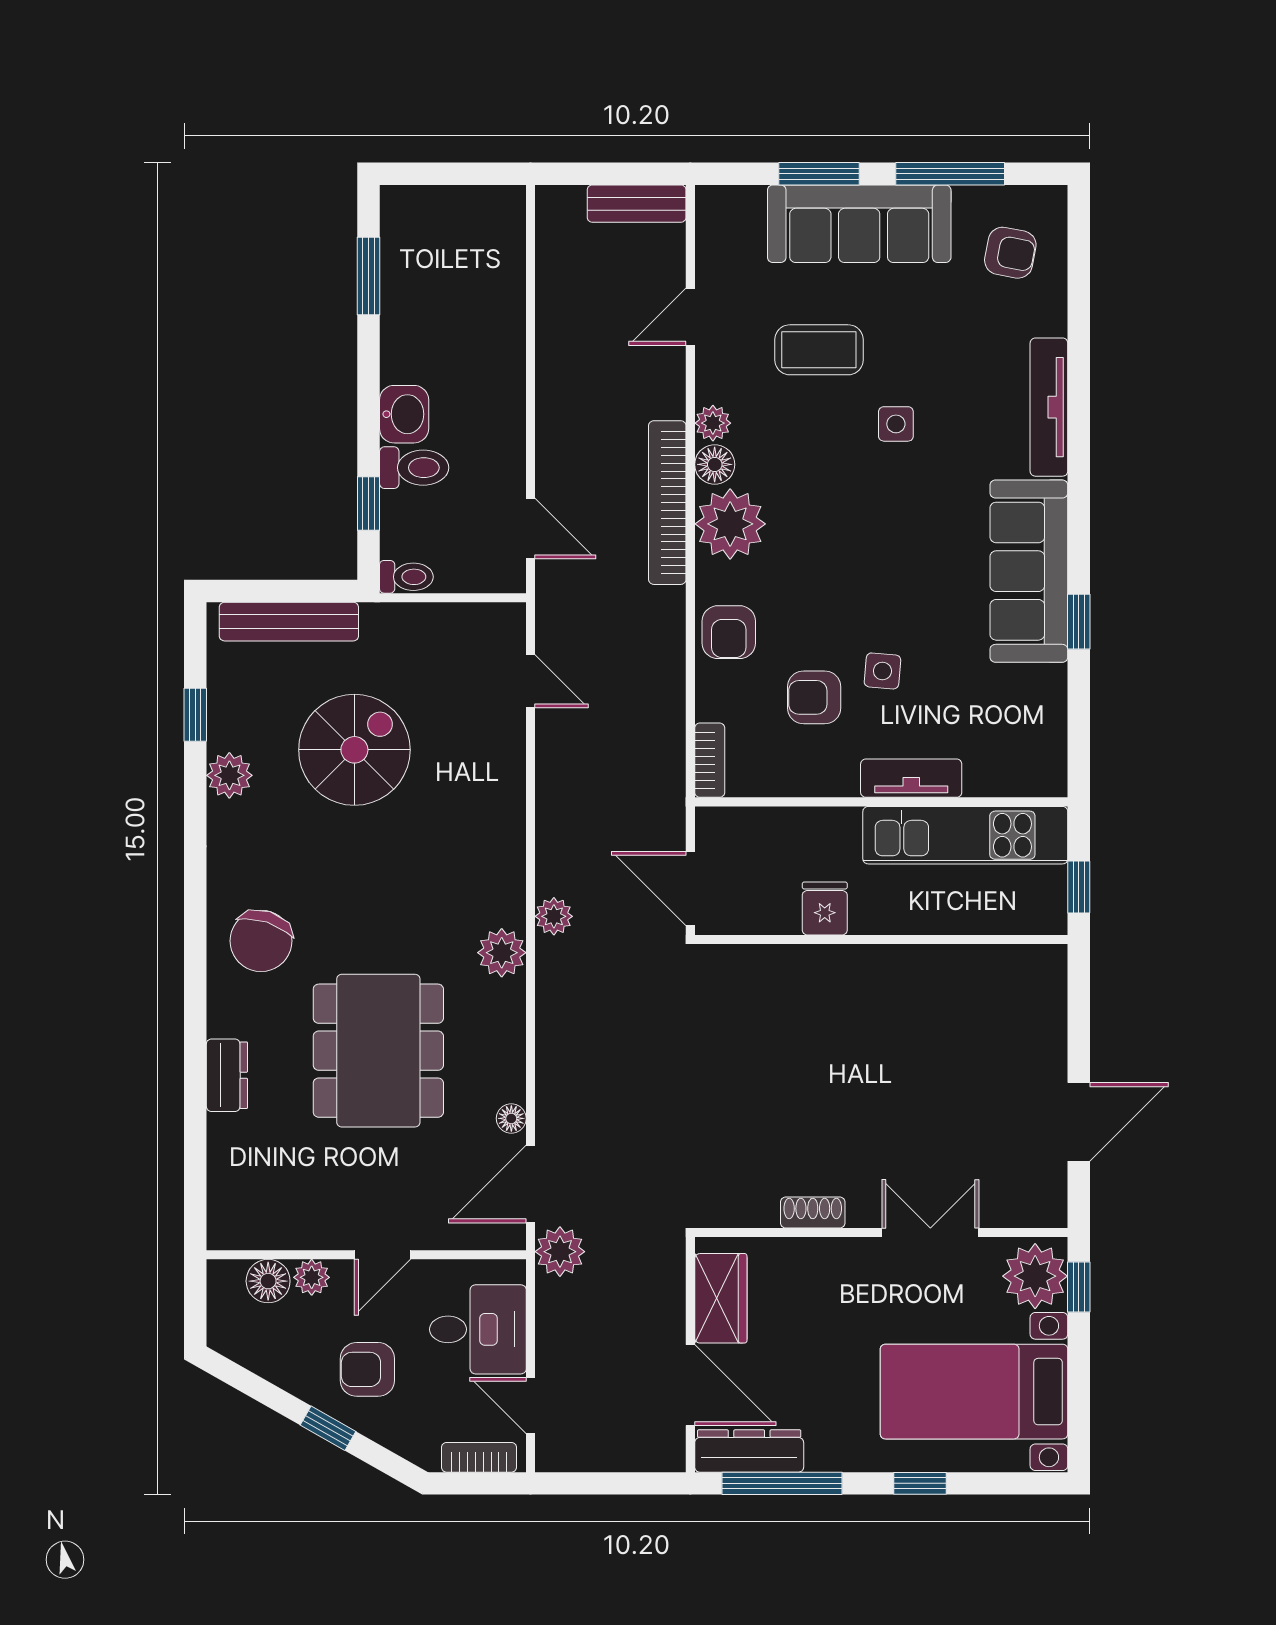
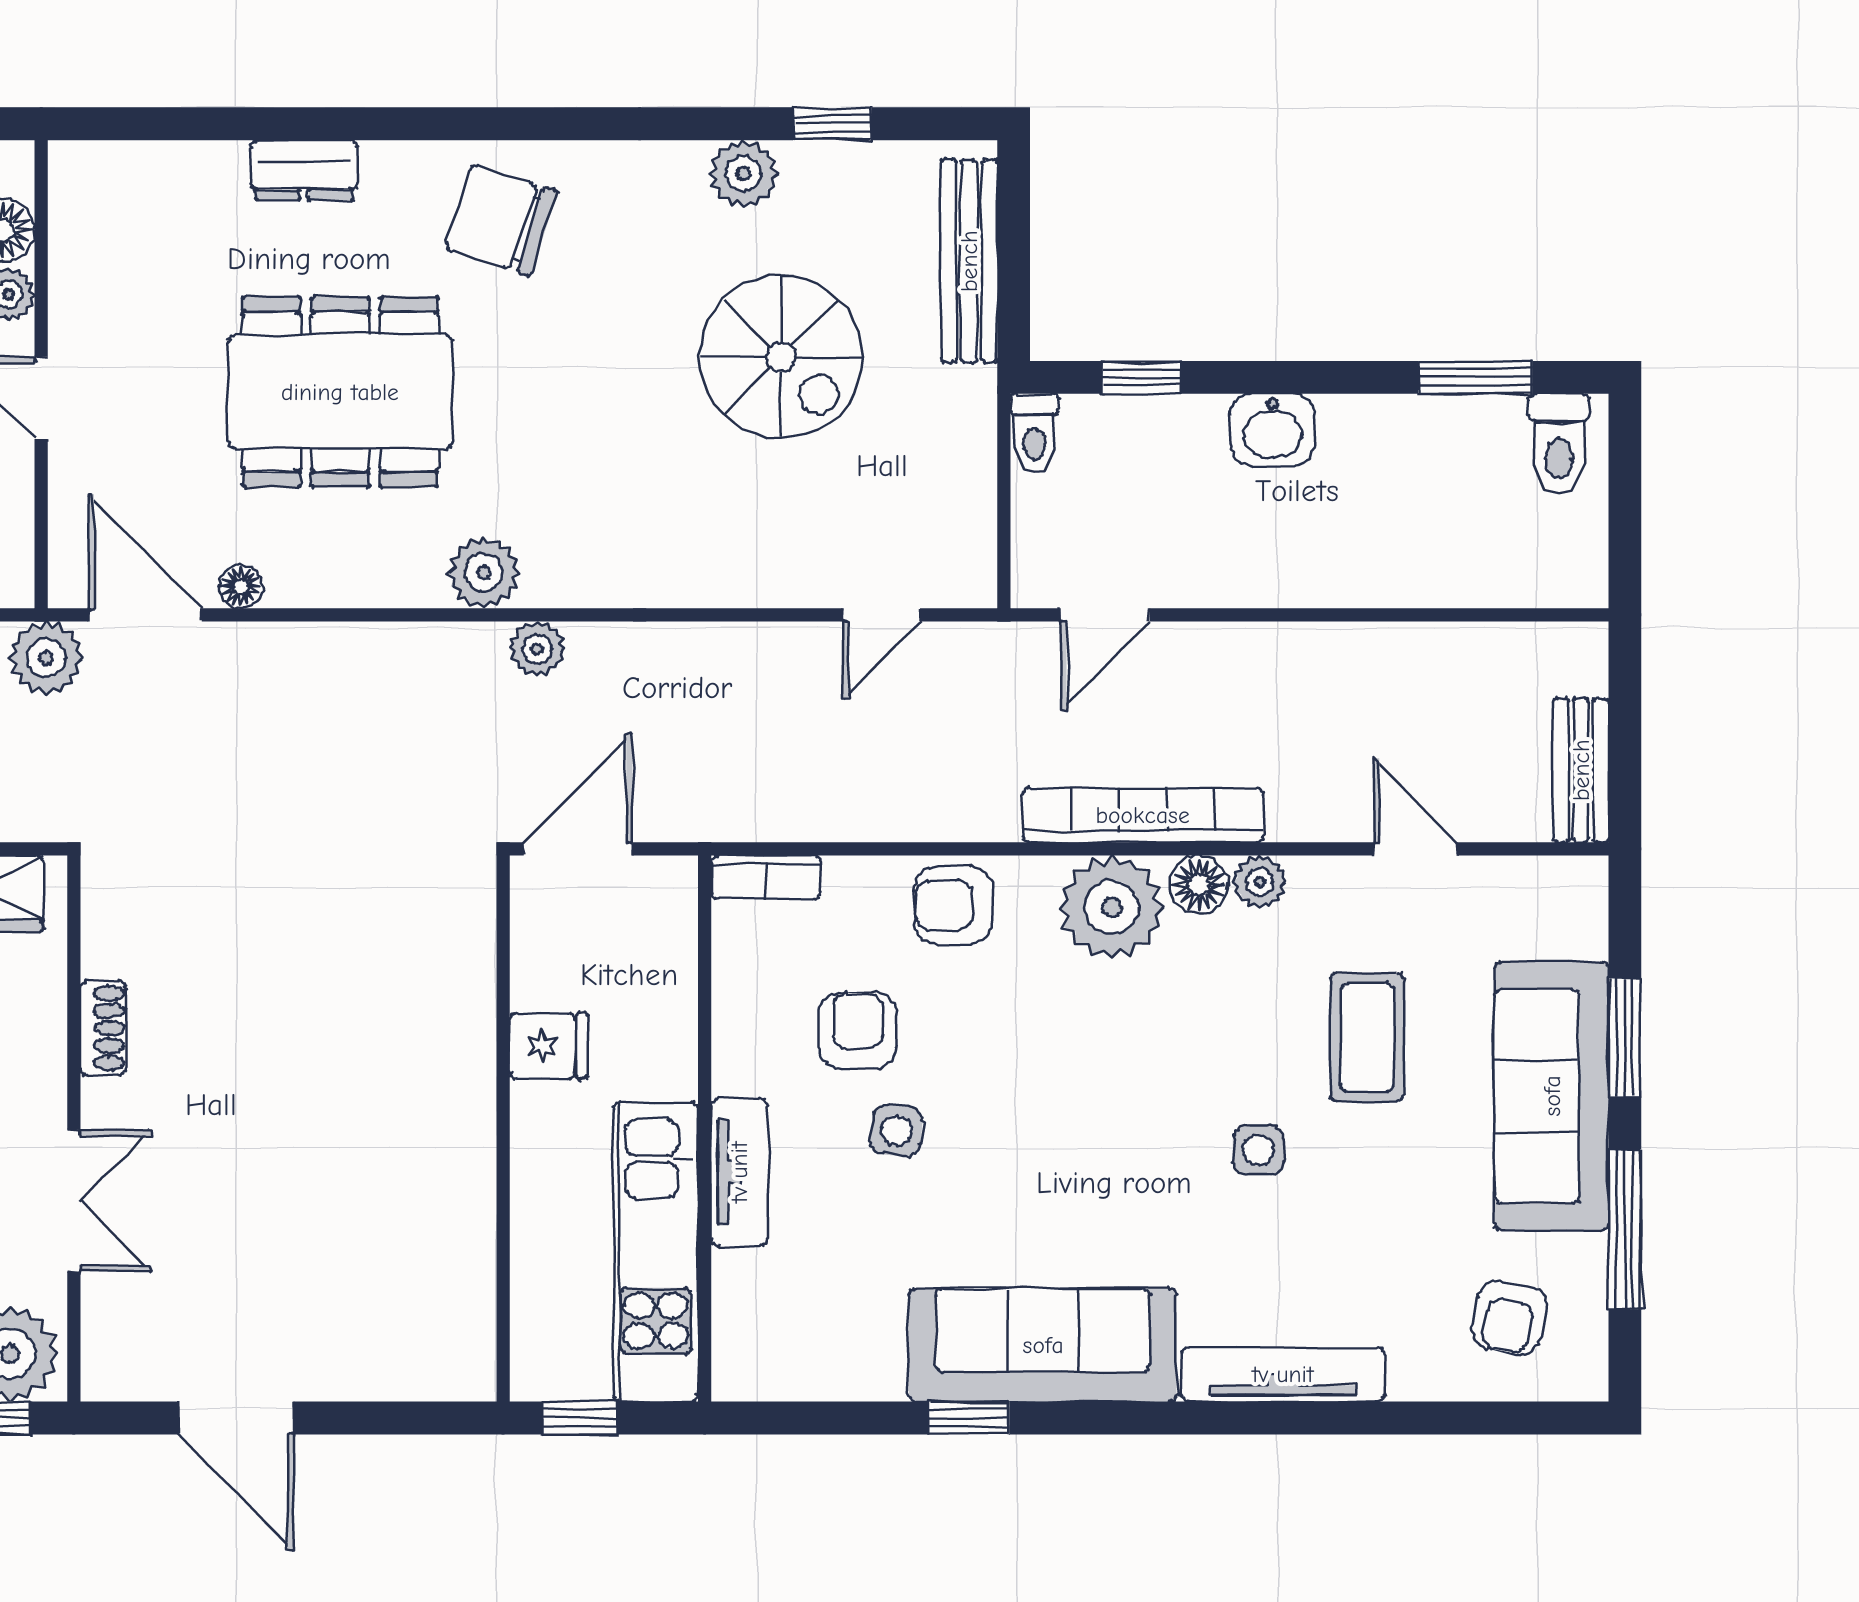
toilet: (414, 468) -> (1559, 444), moved

